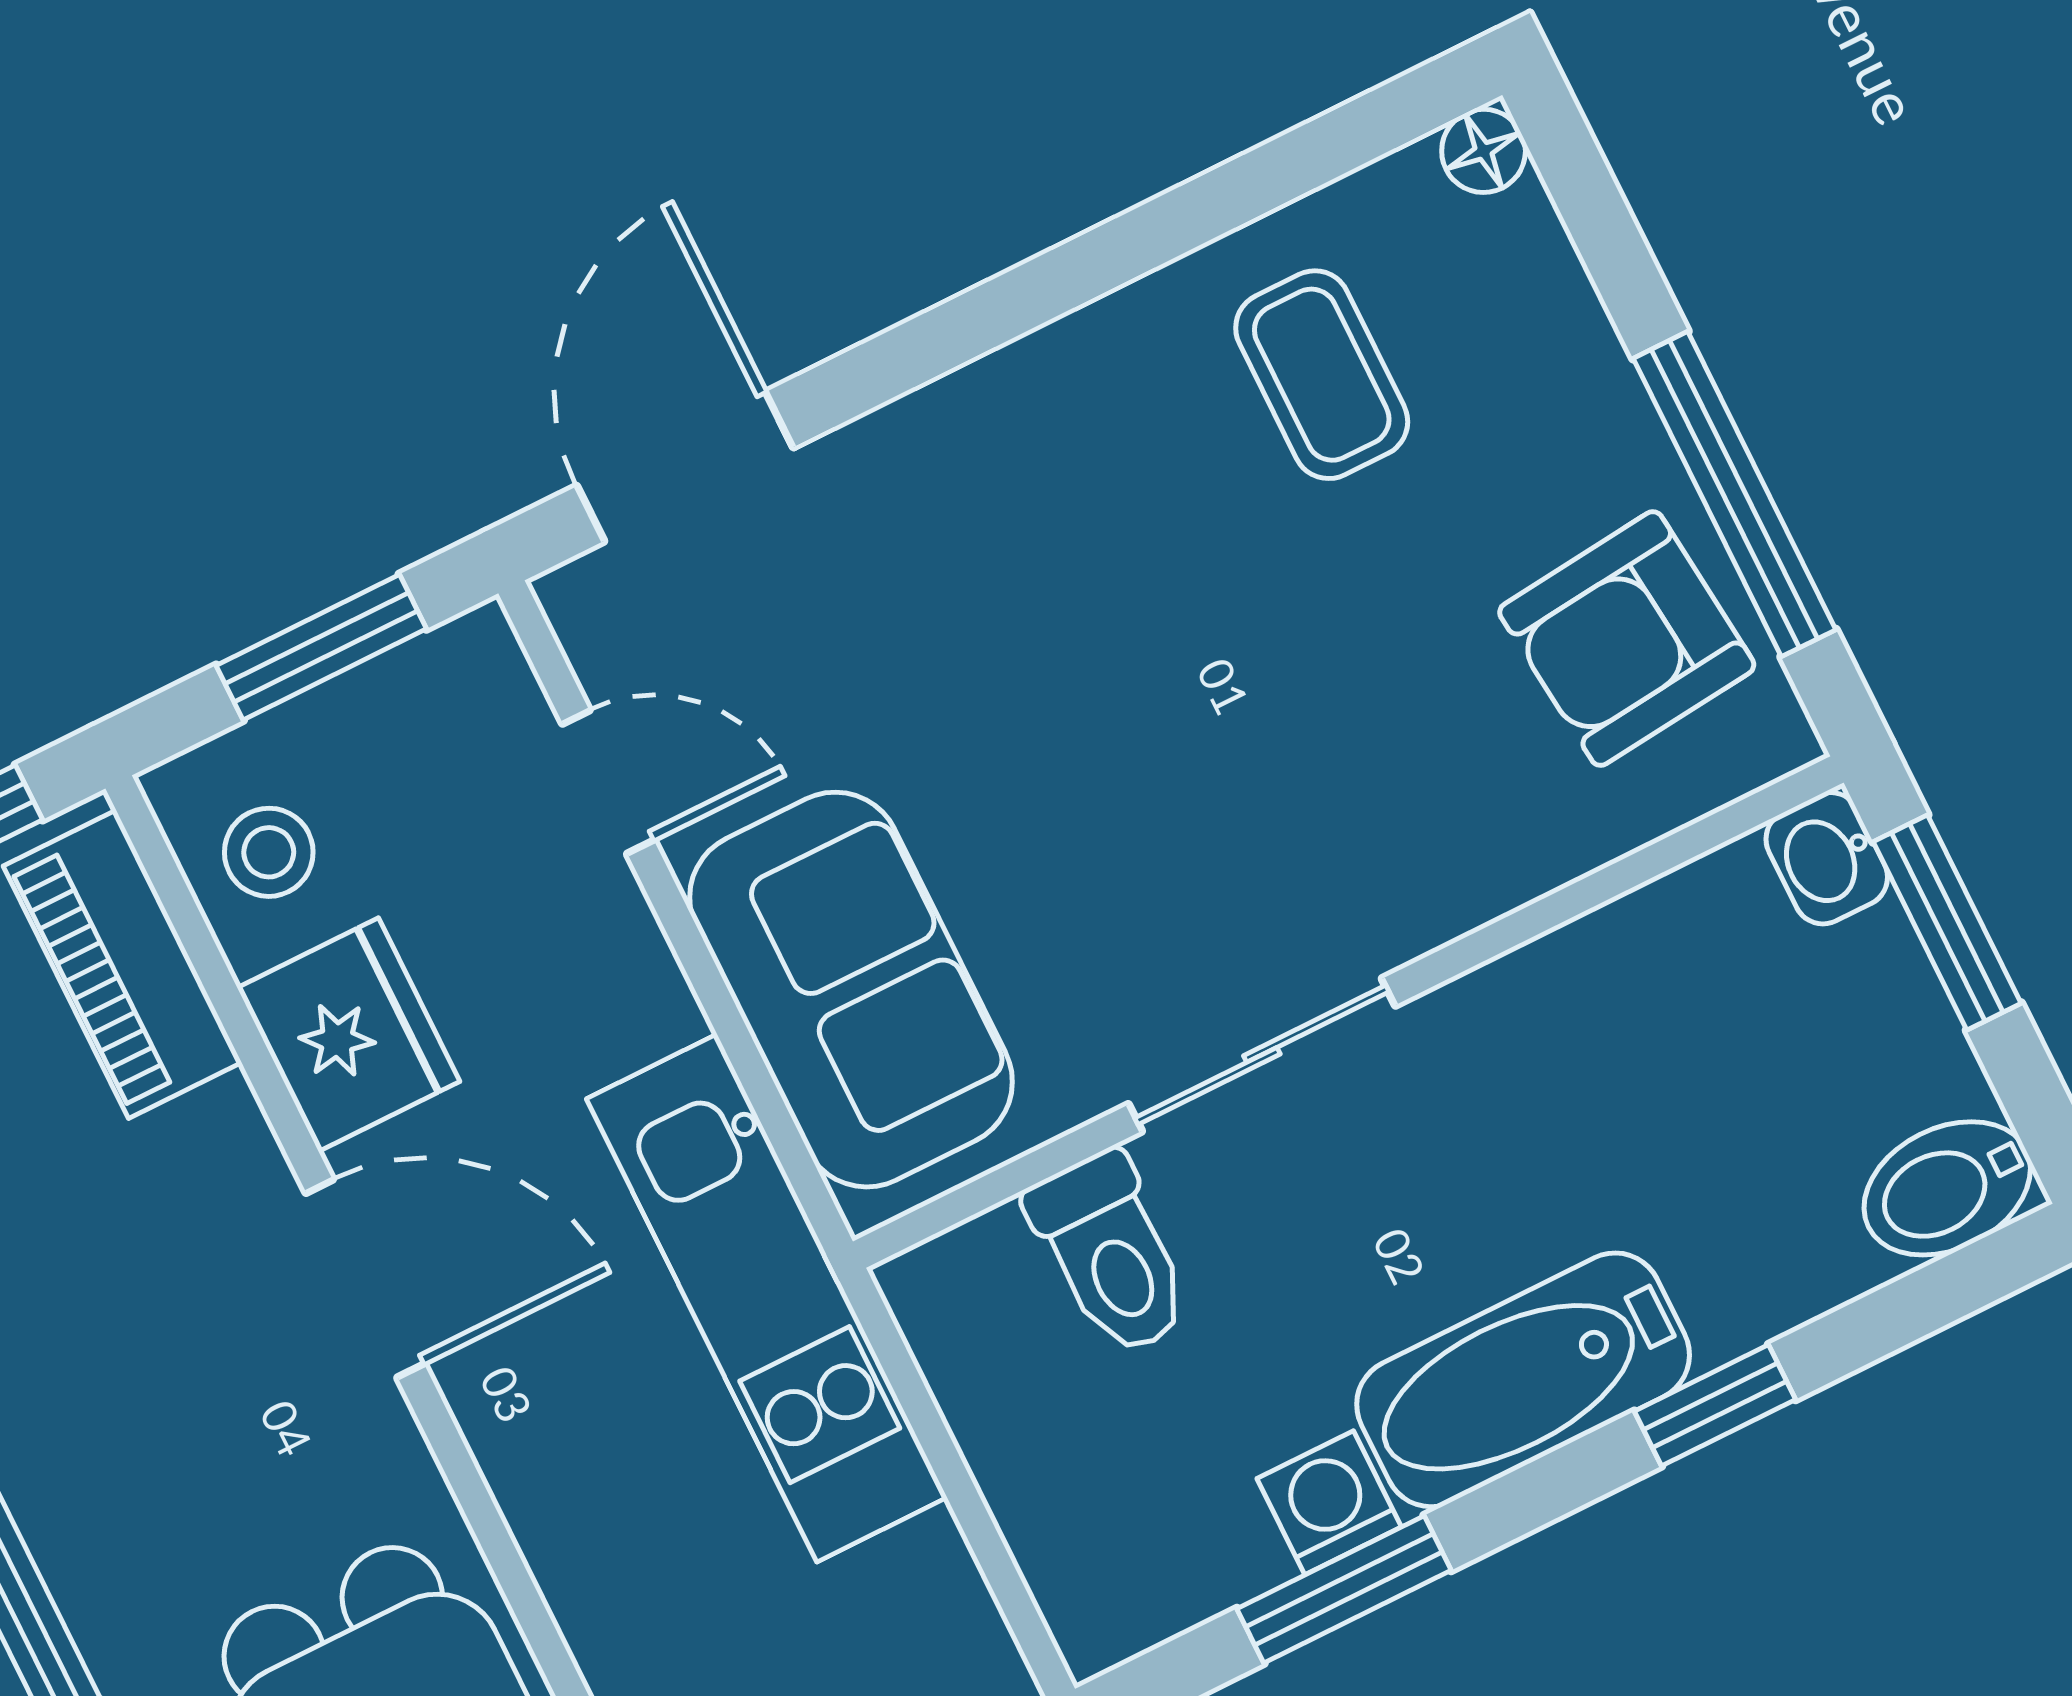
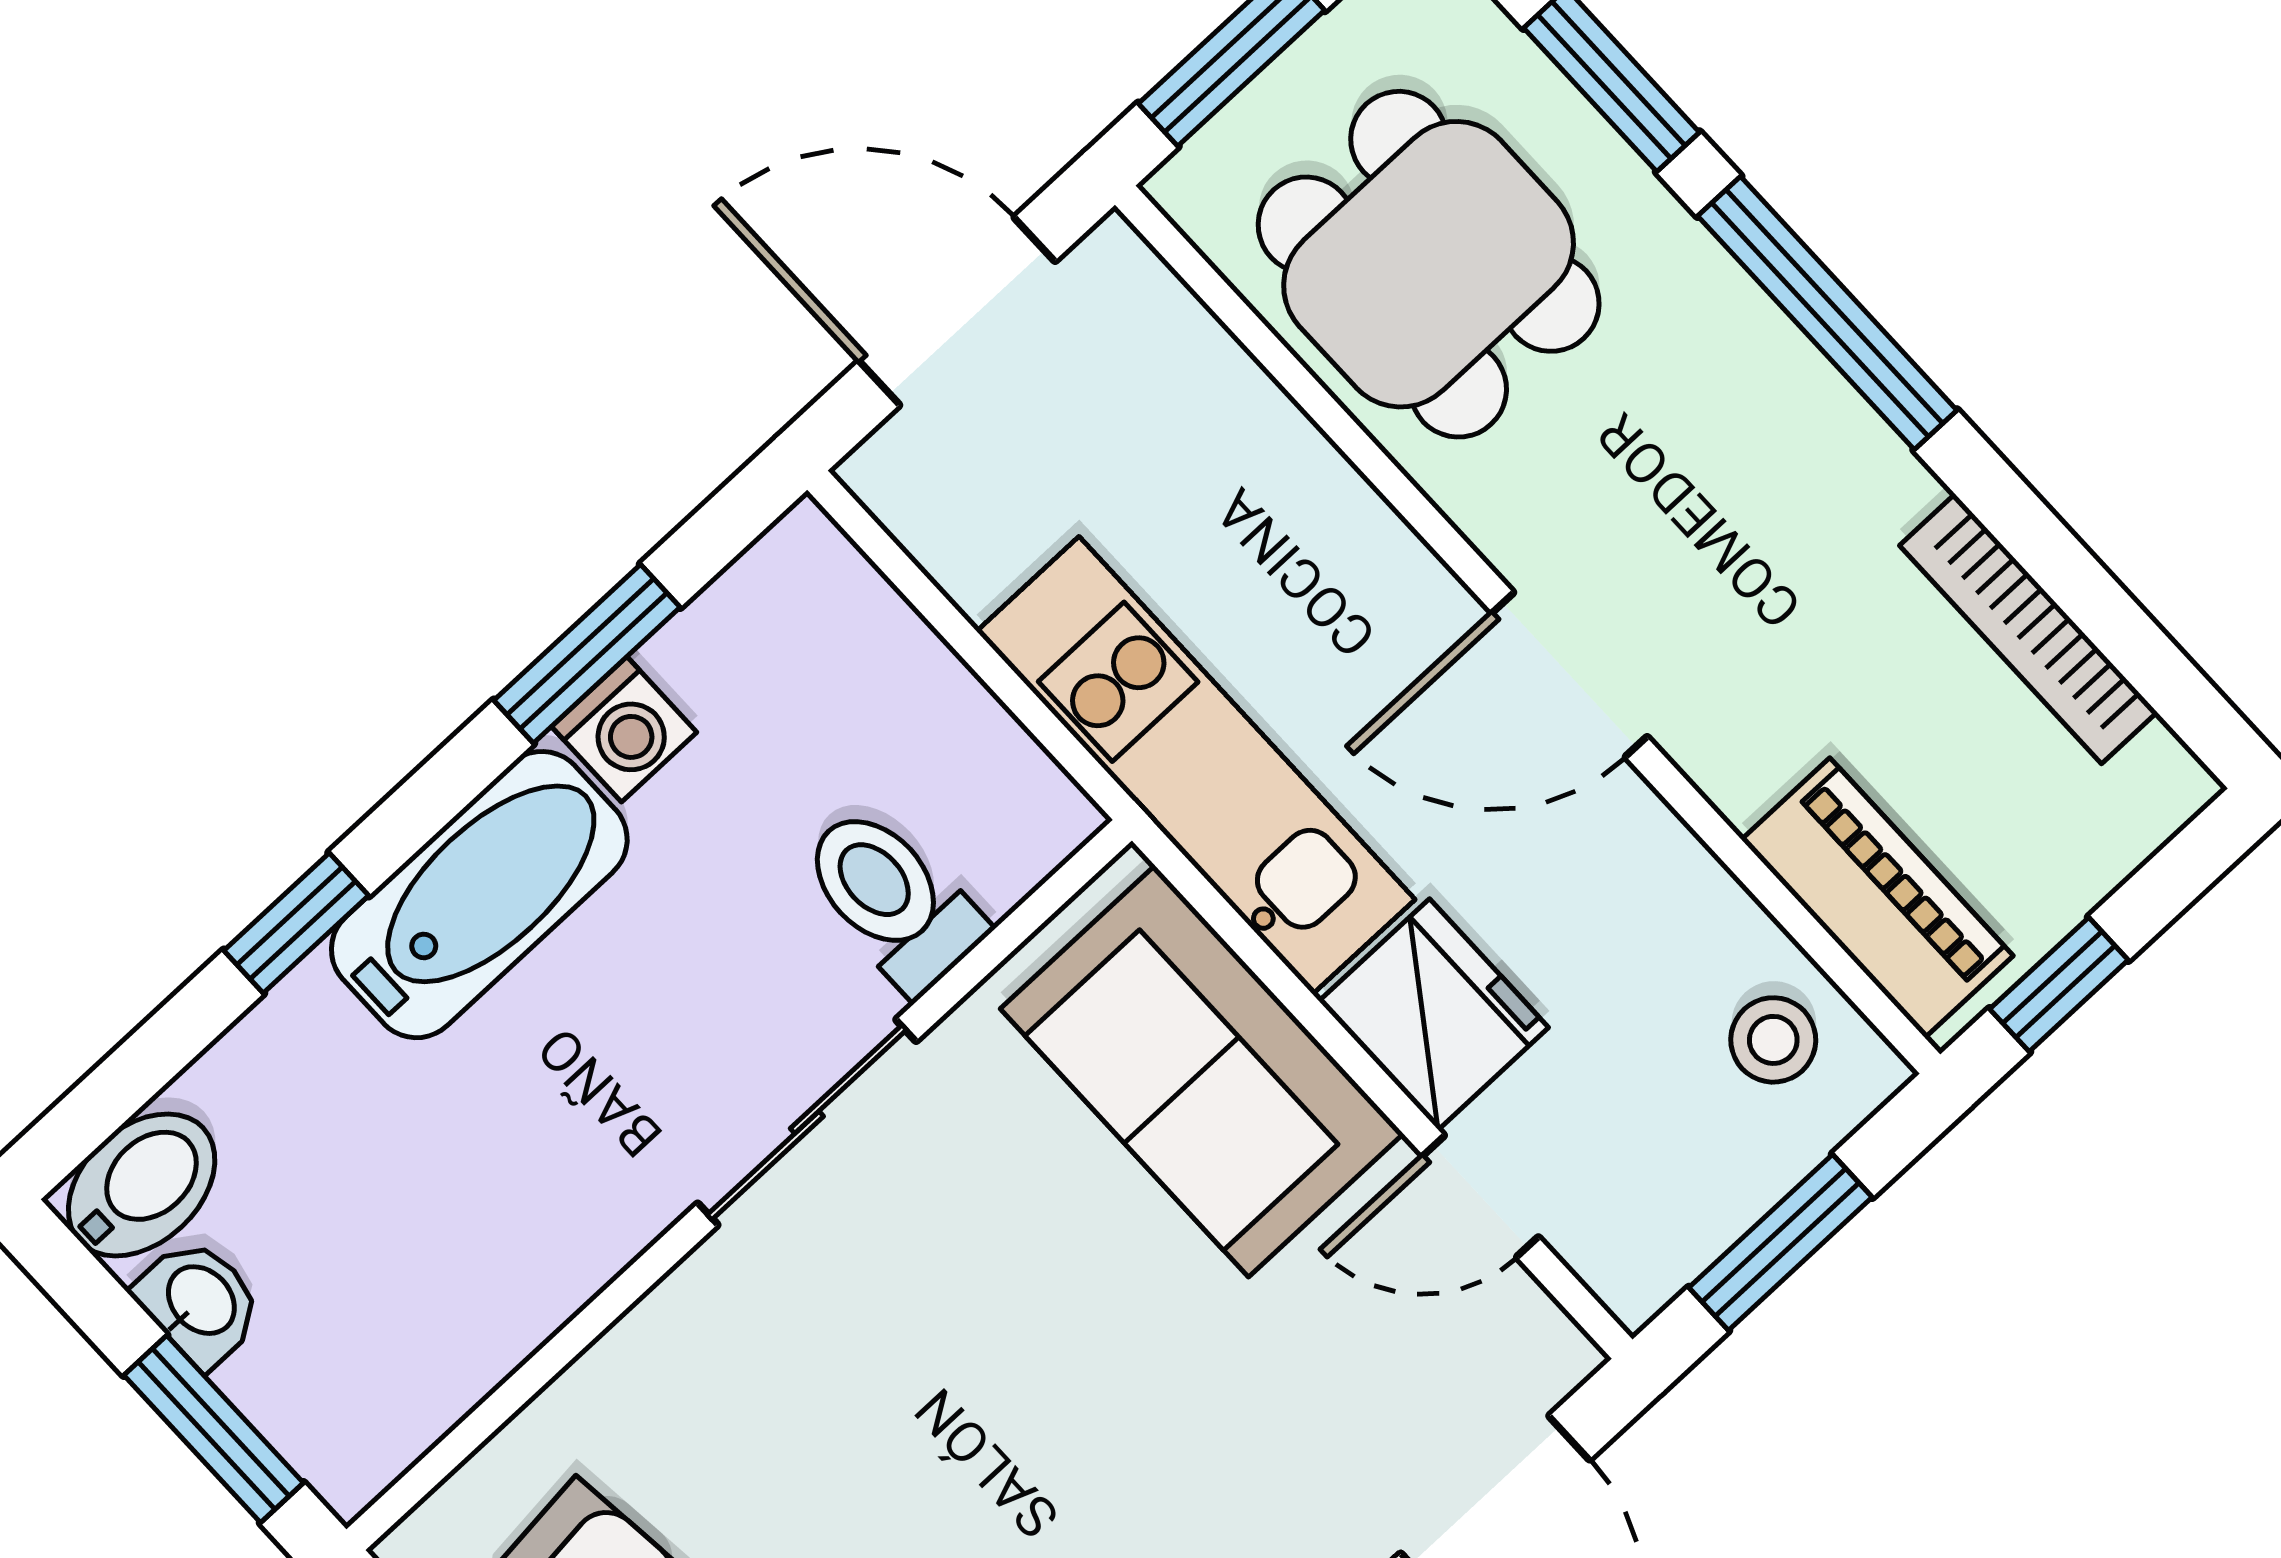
washbasin: (1827, 858) -> (199, 1302), moved
fridge: (348, 1035) -> (1434, 1014), moved, turned 180

